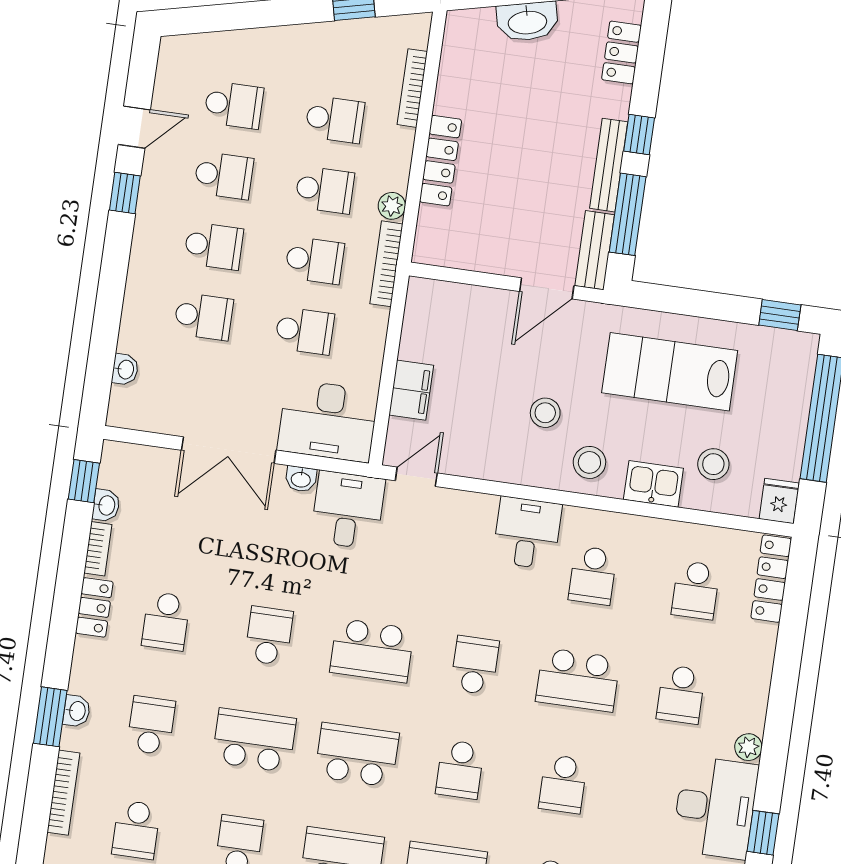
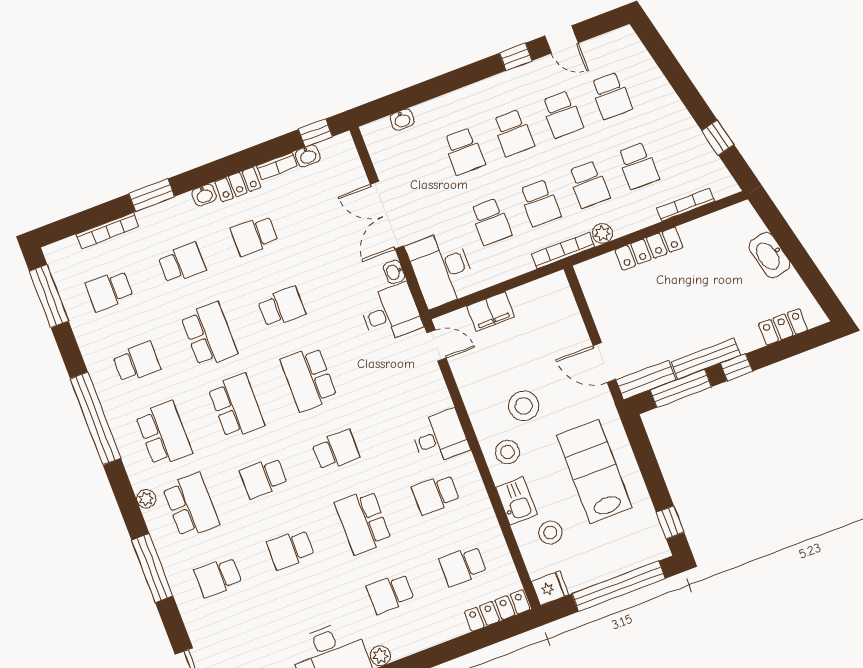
stool: (545, 413) -> (524, 406), width x1.38, depth x1.38
washbasin: (77, 711) -> (204, 195), moved

